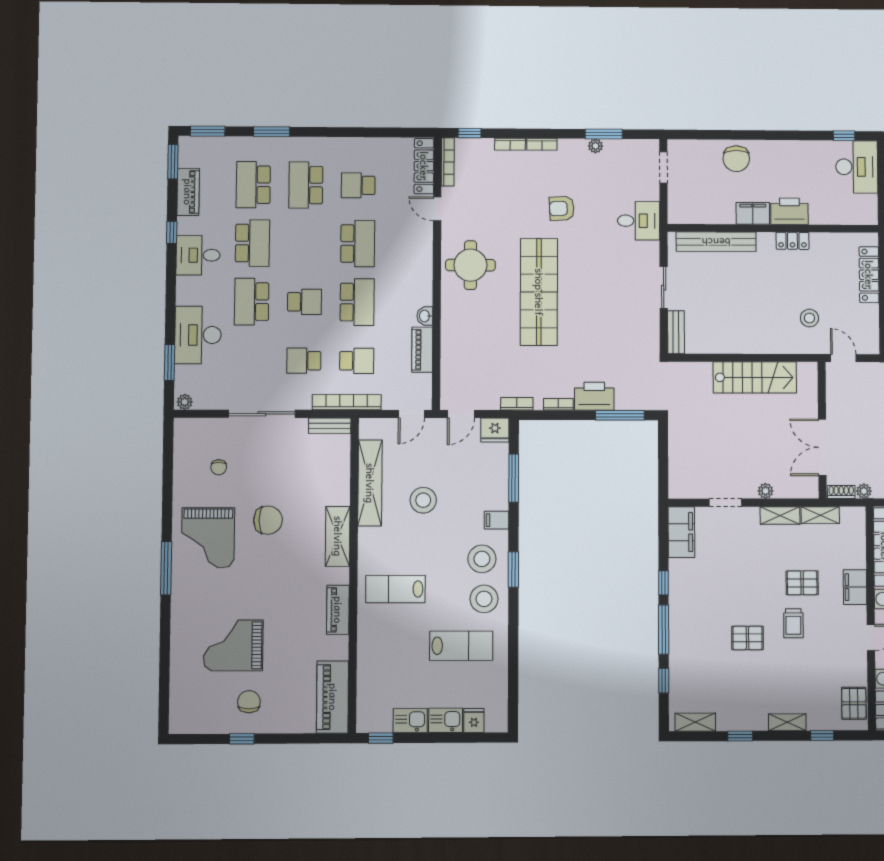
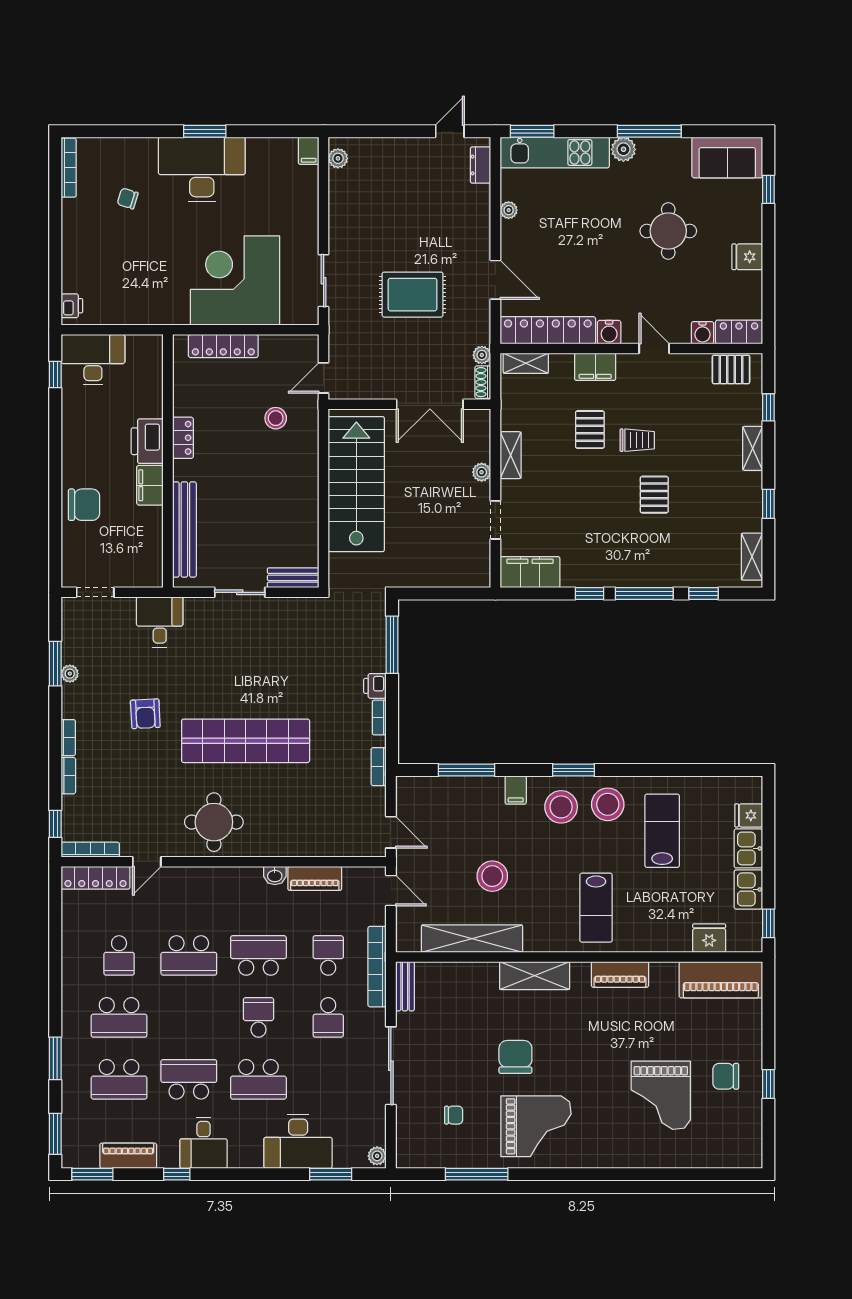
school desk: (358, 244) -> (189, 955), turned 180
stairs: (755, 377) -> (356, 484), width x1.36, depth x1.51
printer: (594, 396) -> (375, 686), width x0.53, depth x0.68
fridge: (495, 430) -> (709, 938), moved, turned -90
shelving: (820, 515) -> (526, 363), moved, turned 90
window: (166, 568) -> (477, 1174), moved

